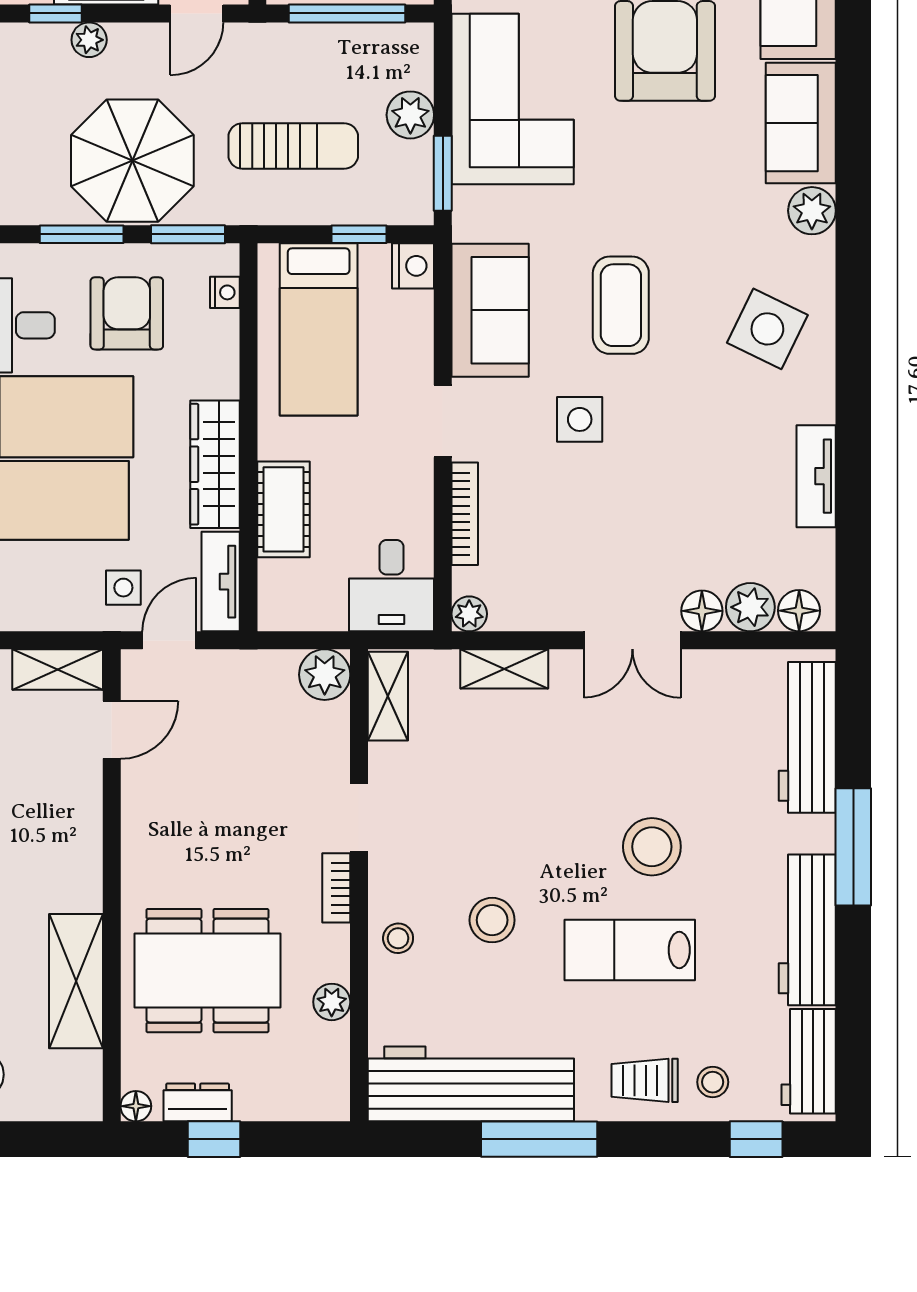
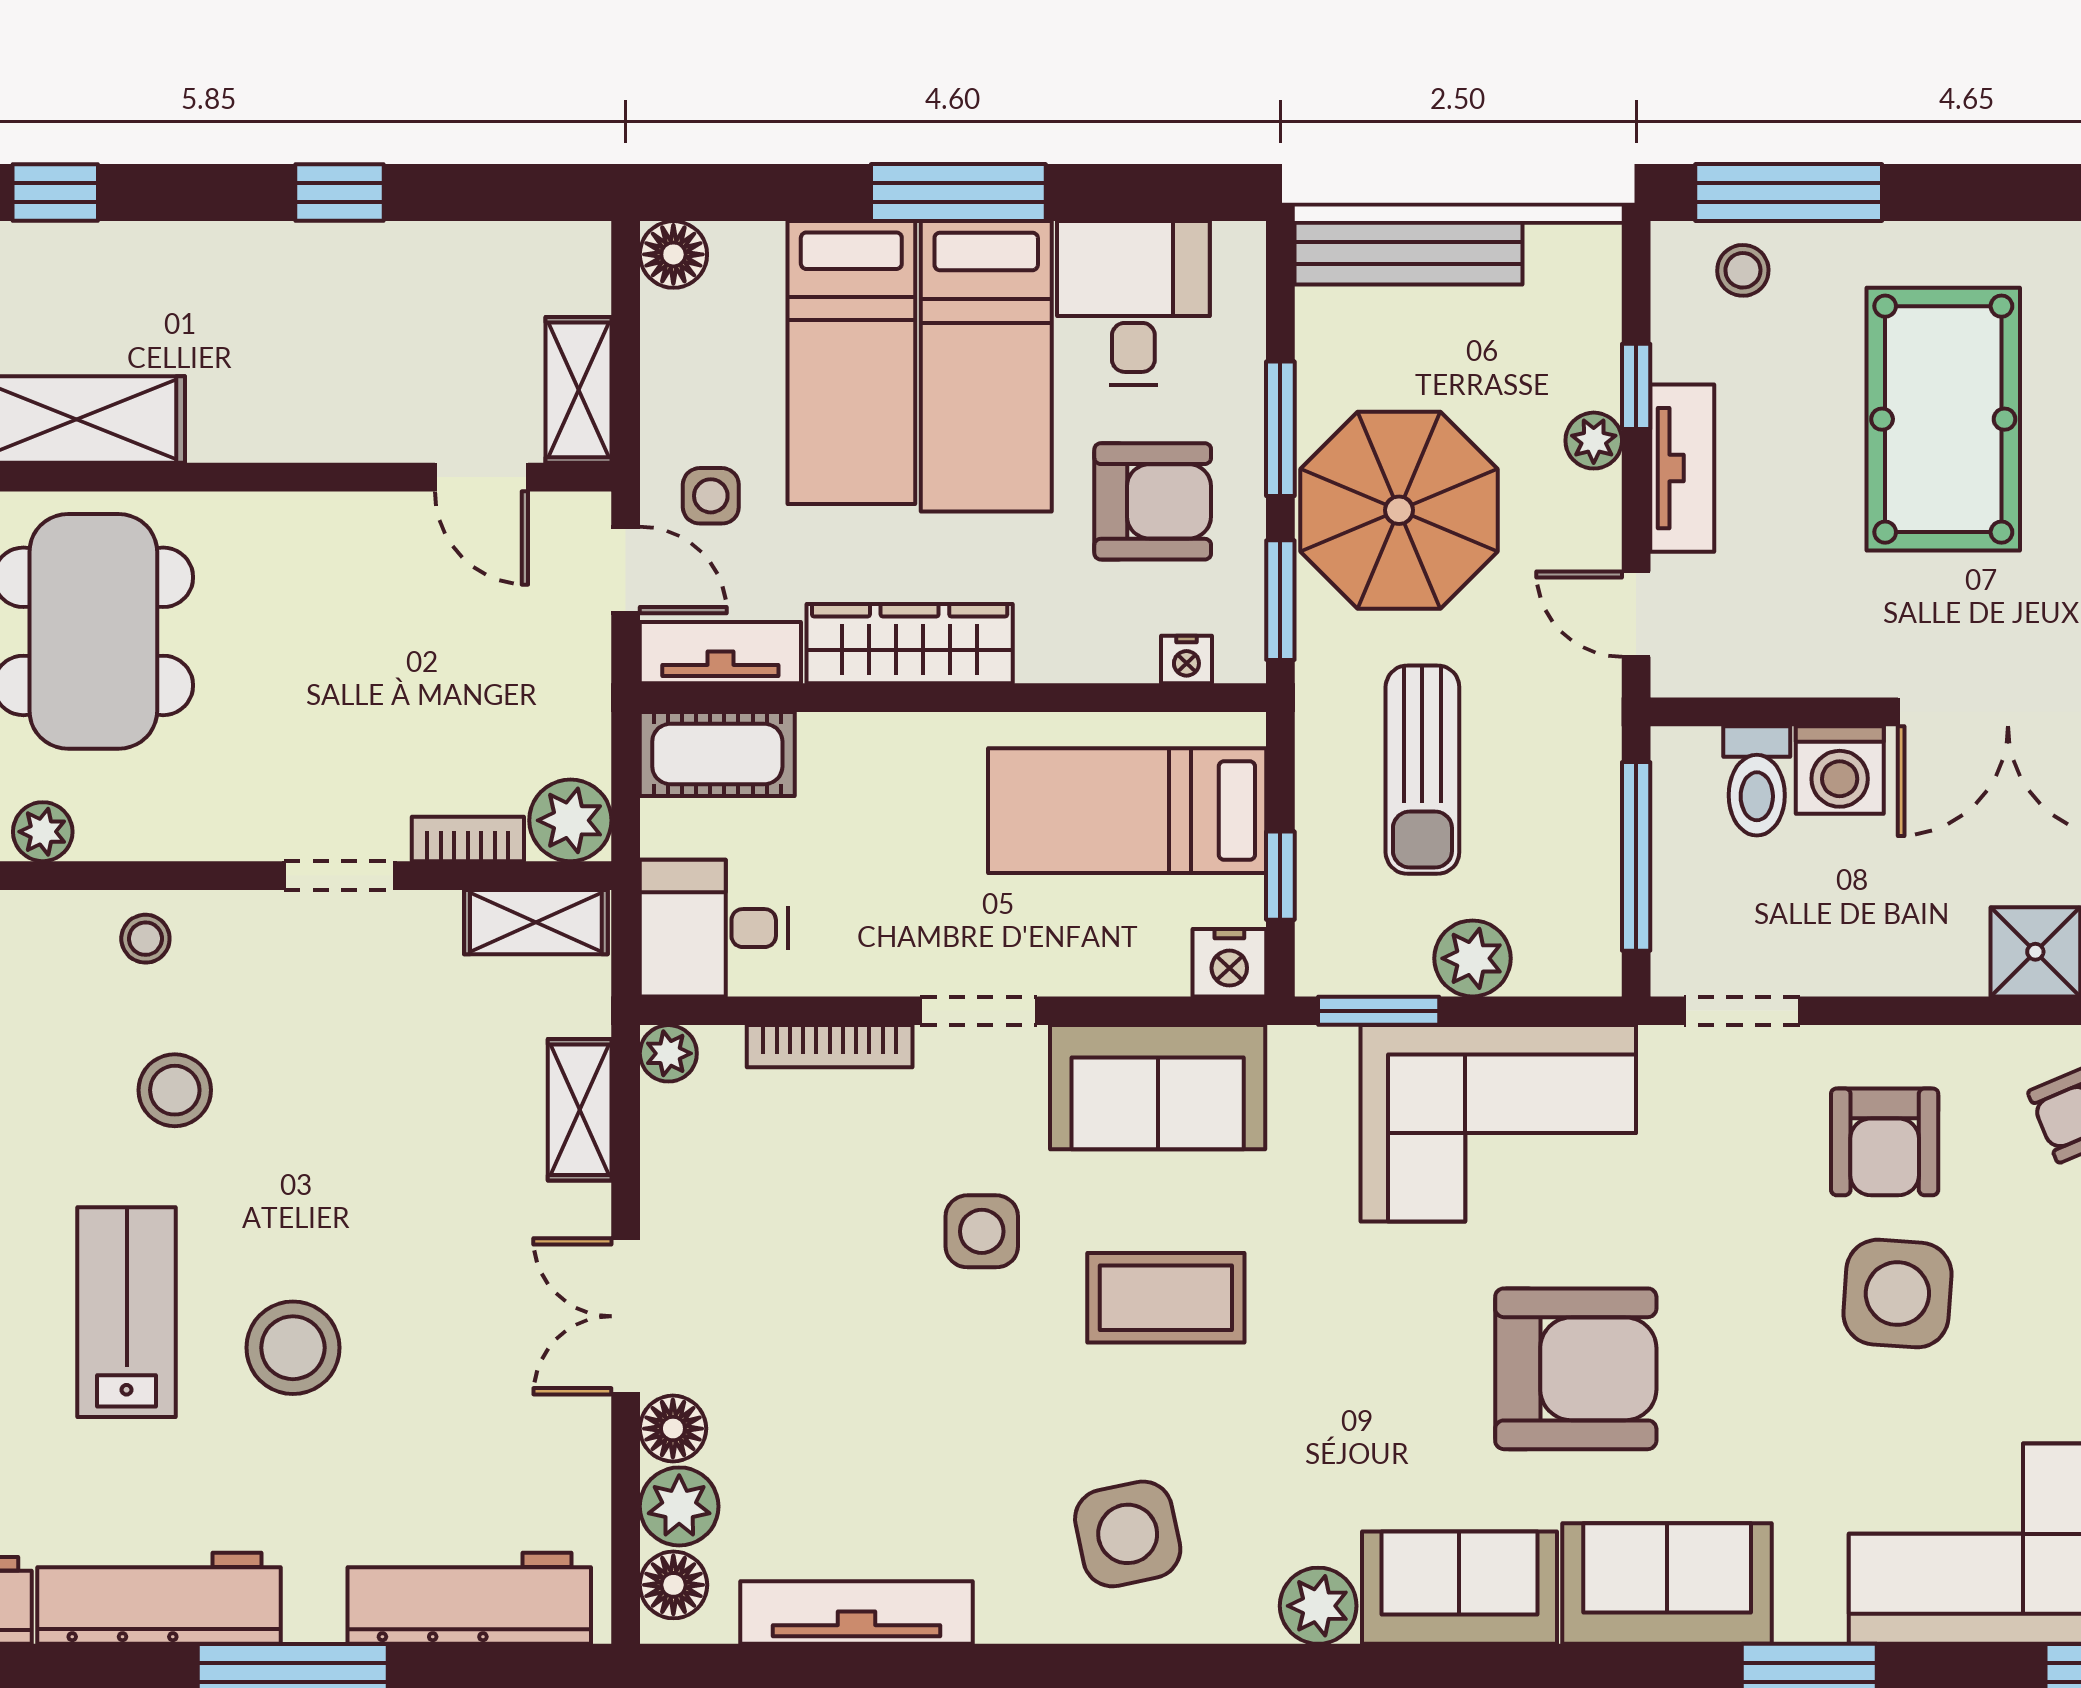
side table: (767, 329) -> (1128, 1534), turned -38
tv unit: (816, 476) -> (857, 1613), width x1.41
cot: (284, 509) -> (717, 754), moved
bookcase: (336, 888) -> (468, 839), moved

